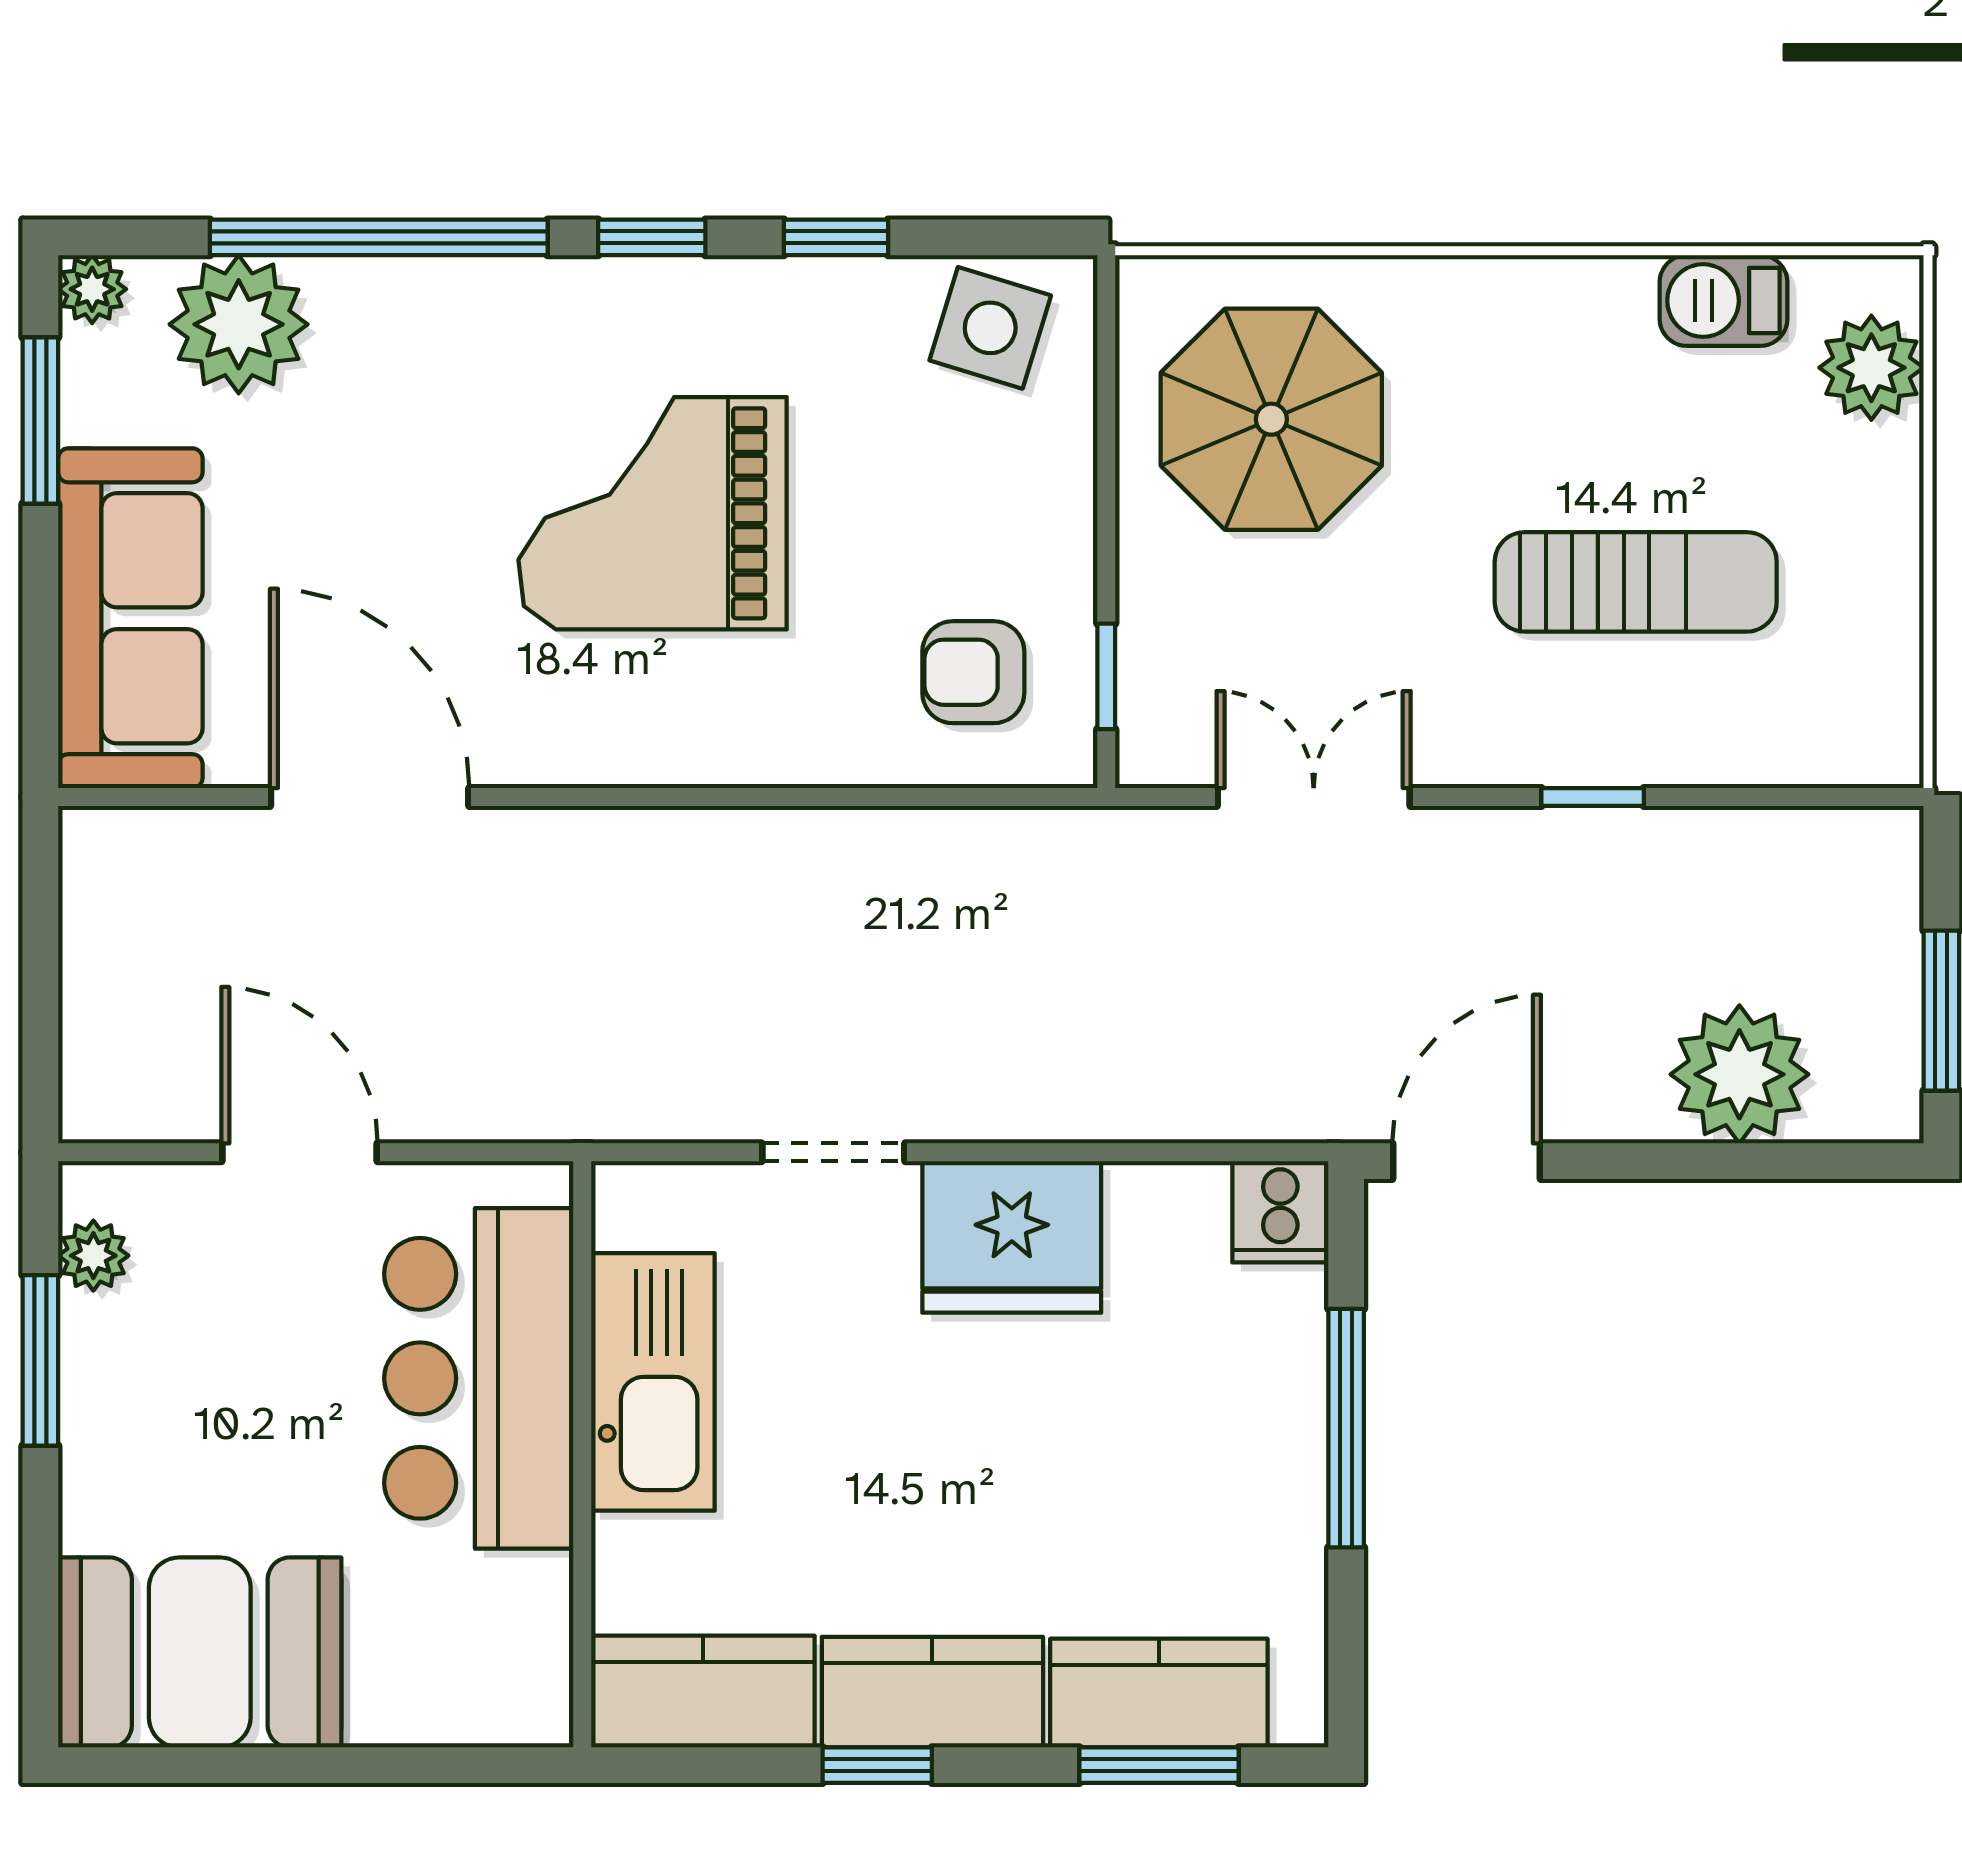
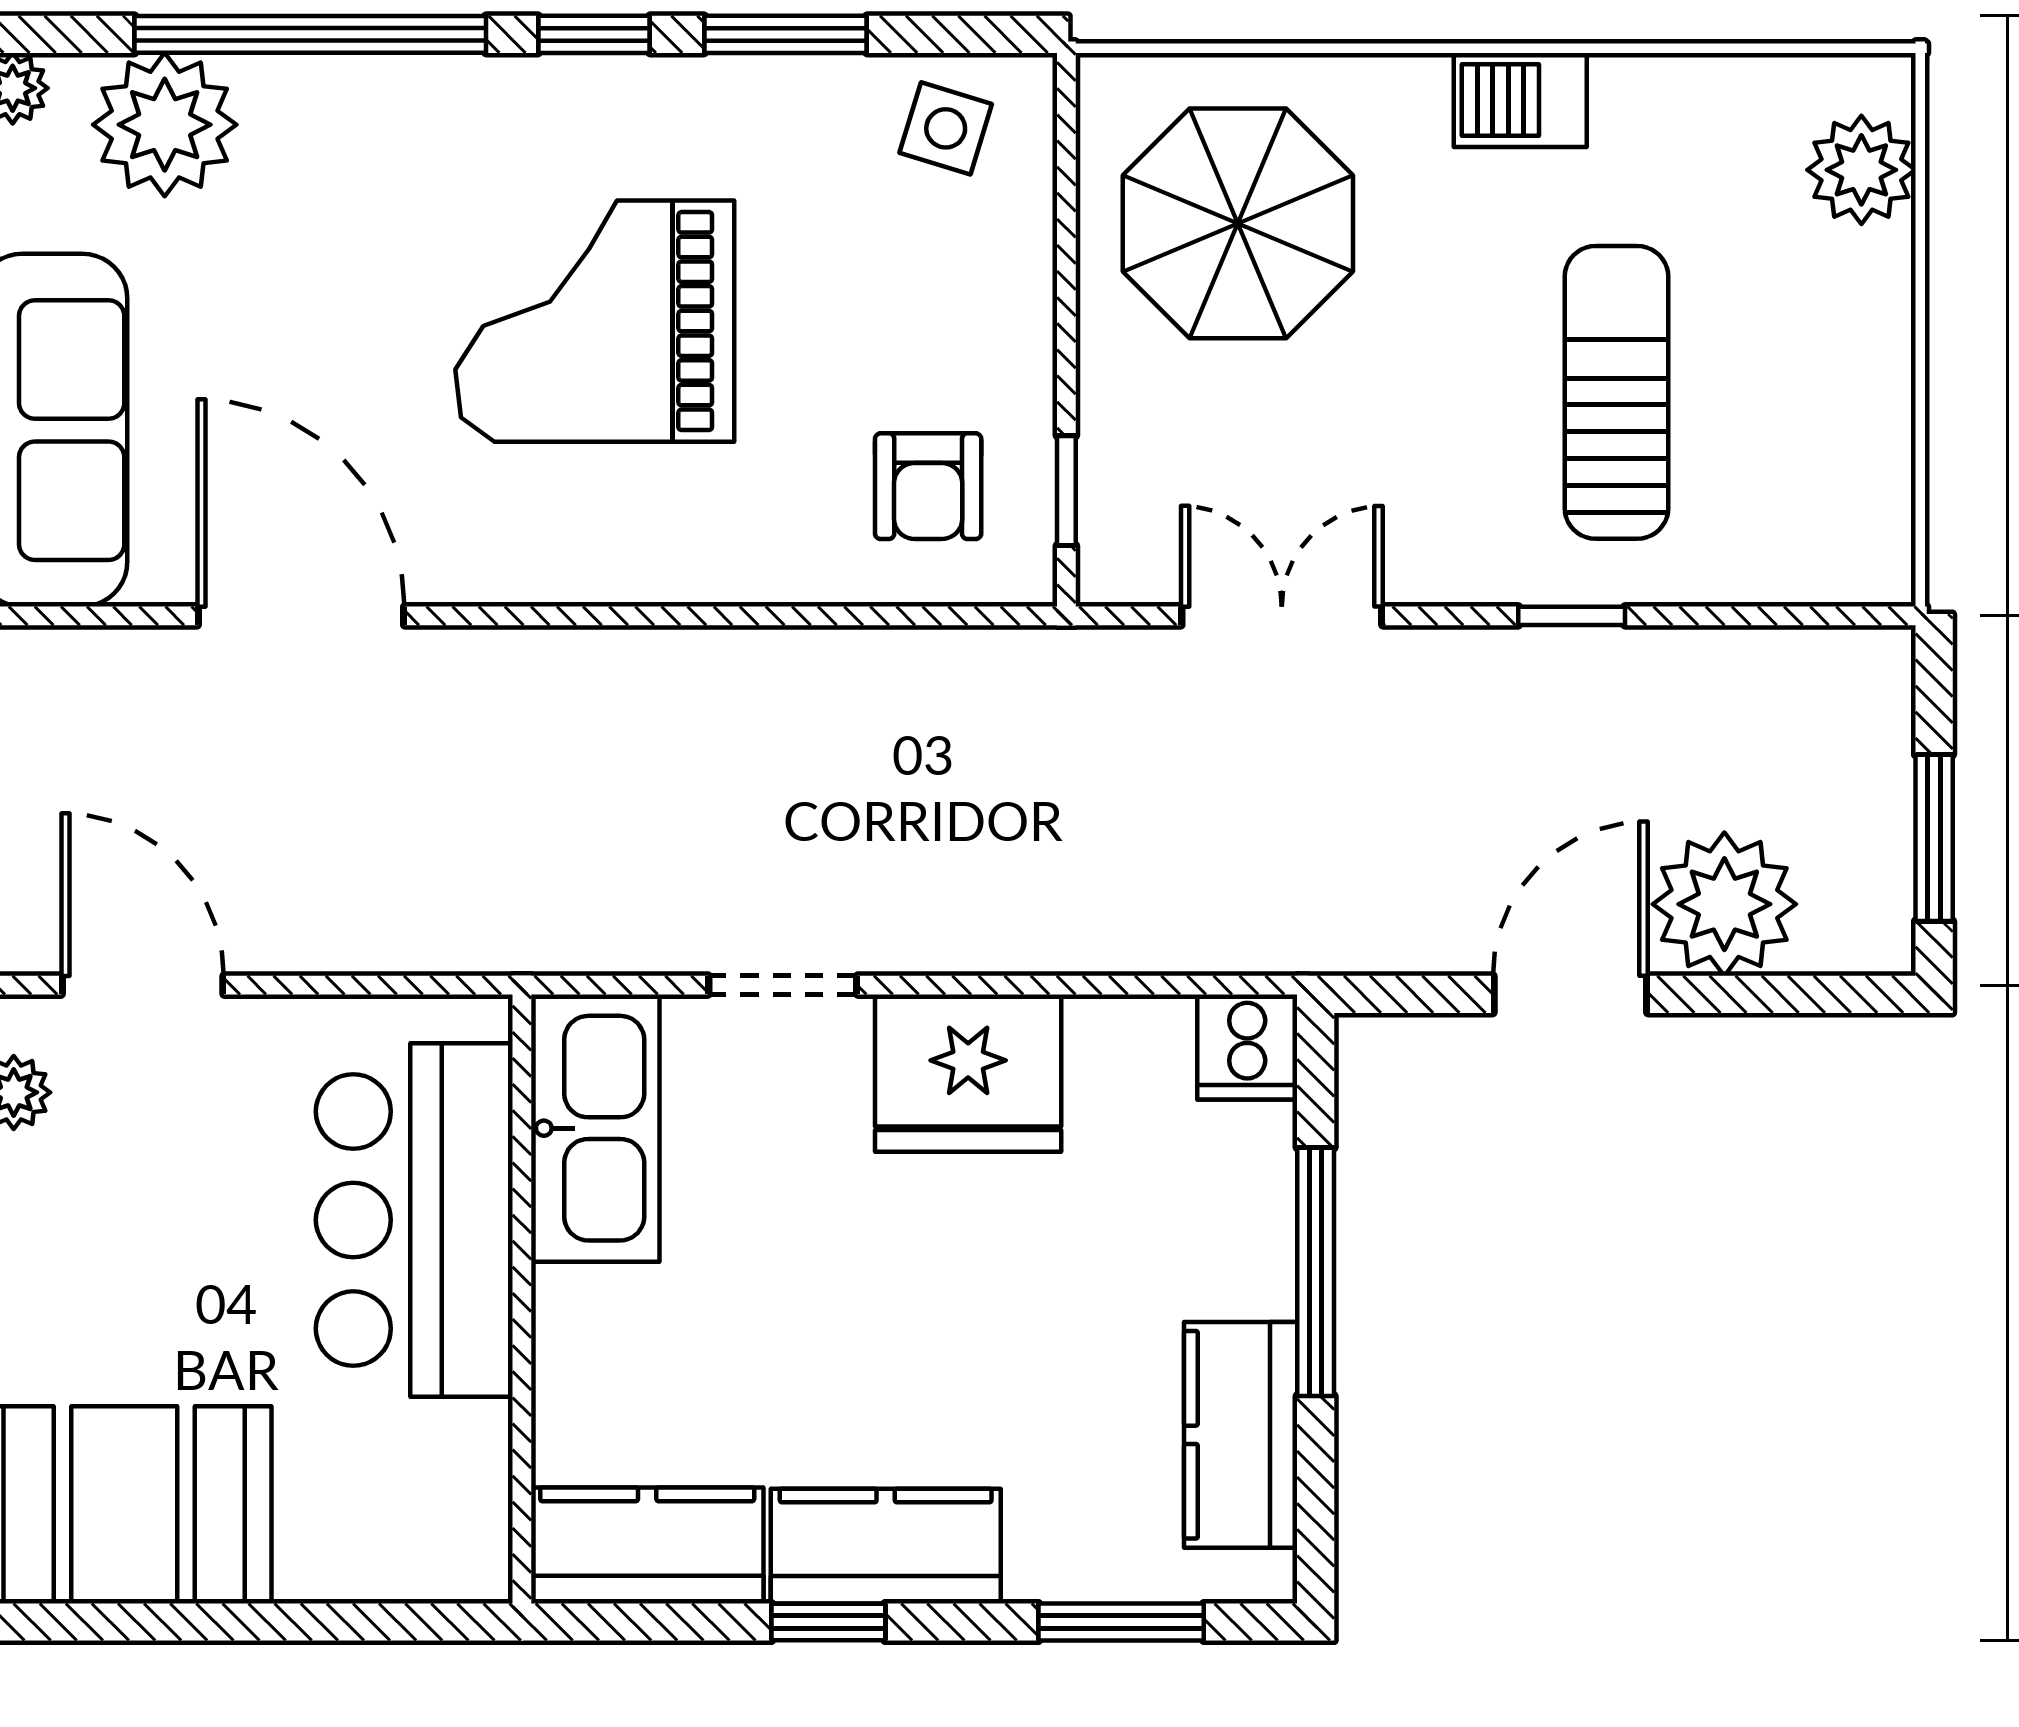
window: (836, 237) -> (786, 34), width x1.50
barbecue: (1723, 301) -> (1520, 100), moved
side table: (990, 328) -> (946, 128), width x0.73, depth x0.73
sun lounger: (1636, 582) -> (1616, 392), turned -90
armchair: (973, 672) -> (928, 486), turned -90
door: (300, 1152) -> (143, 985), moved
door: (1467, 1161) -> (1570, 994), moved
kitchen sink: (653, 1382) -> (595, 1128), moved
kitchen counter: (1159, 1693) -> (1241, 1435), moved, turned -90

